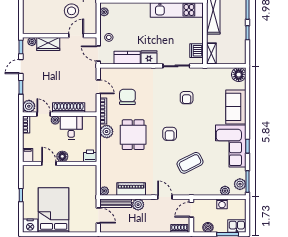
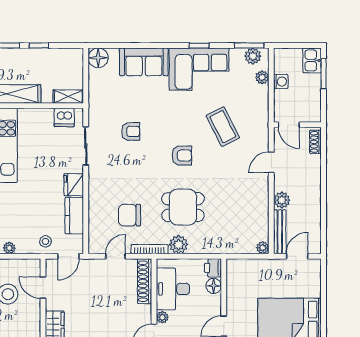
shoe rack: (69, 108) -> (145, 281), moved
desk: (71, 127) -> (173, 289), width x1.37
floor lamp: (62, 156) -> (214, 286), moved
piano: (131, 189) -> (260, 210), removed
boiler: (208, 227) -> (314, 101), removed

